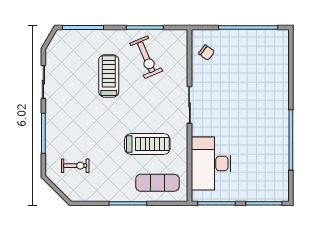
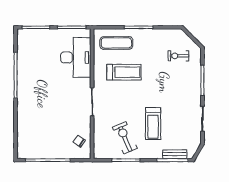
bench: (80, 35) -> (175, 154), added
treadmill: (147, 144) -> (124, 72), turned 180

